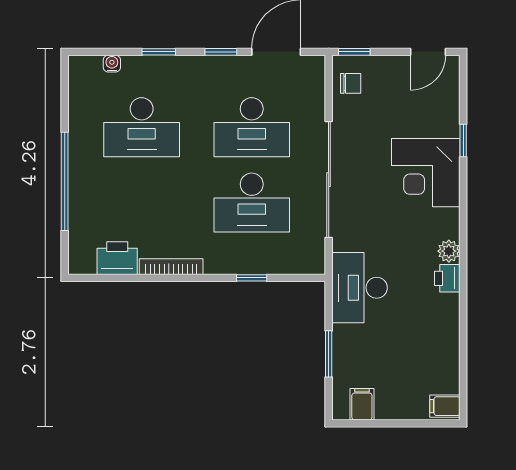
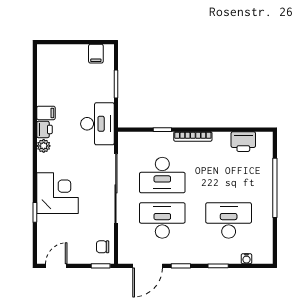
desk: (252, 203) -> (162, 175), turned 180
bookcase: (171, 267) -> (193, 136), moved
filing cabinet: (445, 406) -> (46, 113), moved

